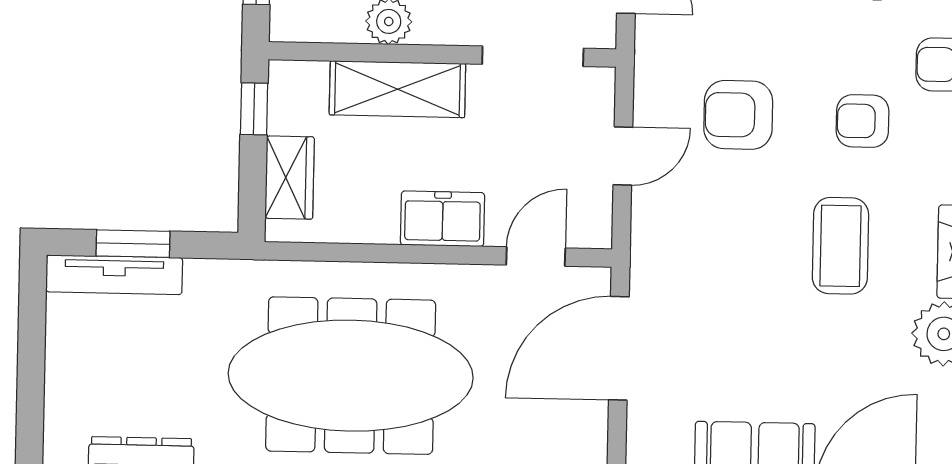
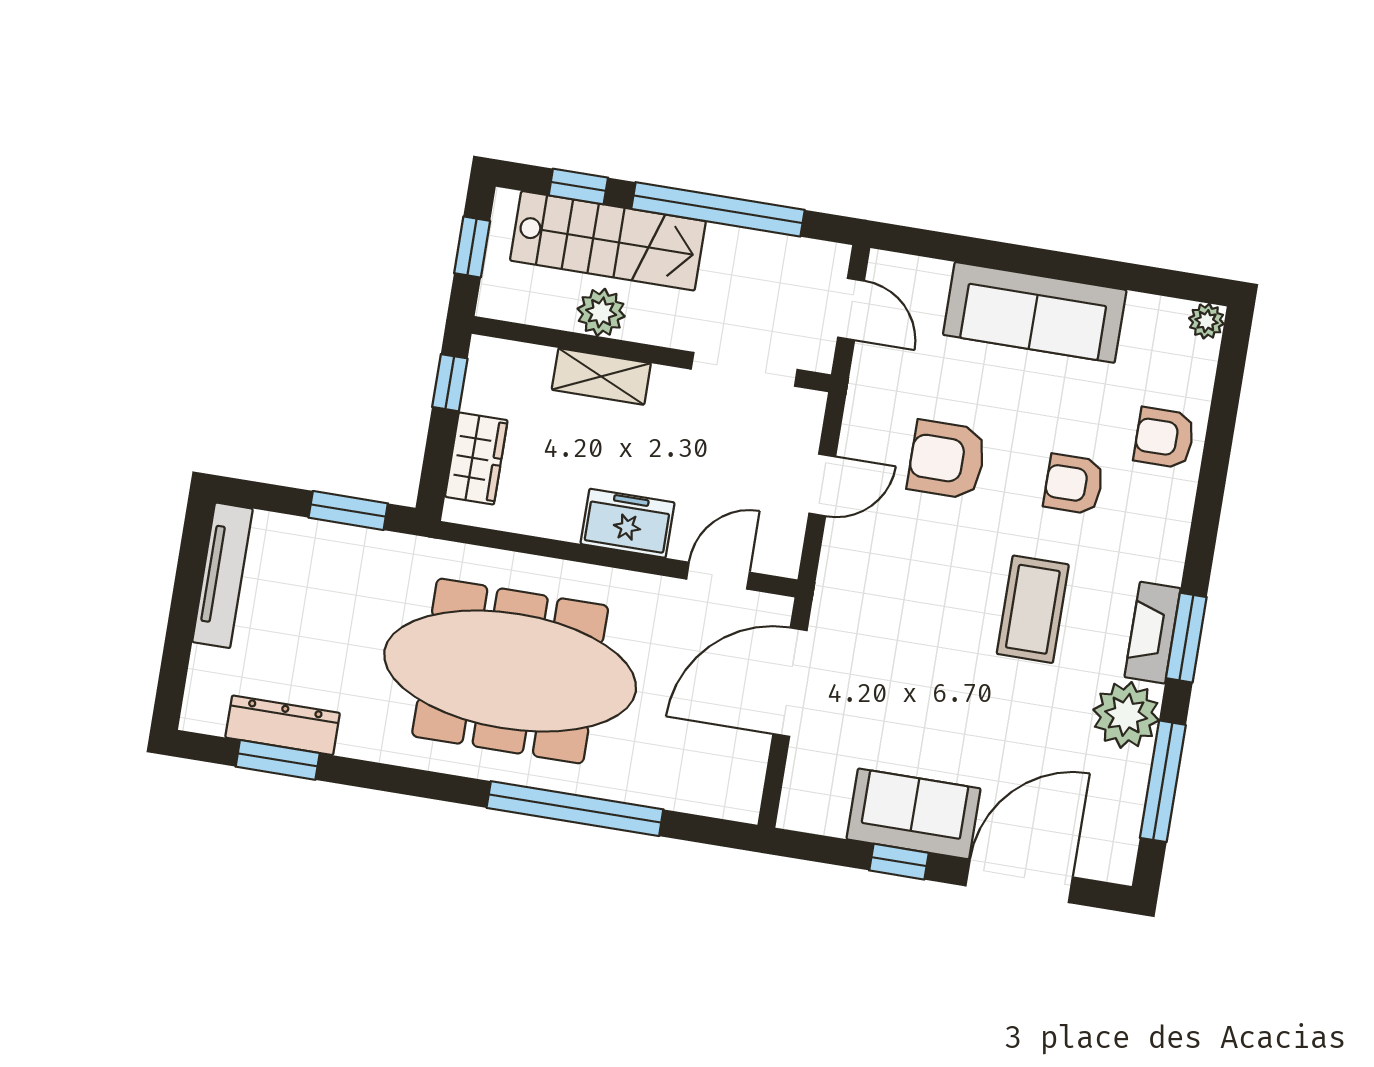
shelving: (397, 89) -> (601, 376), width x0.67, depth x0.75
window: (133, 244) -> (348, 510), moved
tv unit: (114, 275) -> (223, 575), moved, turned -90

